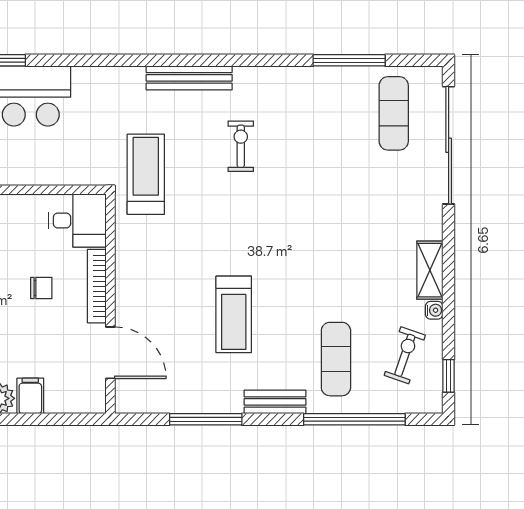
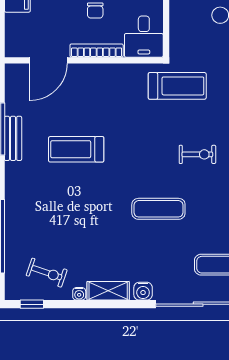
water cooler: (430, 222) -> (143, 291), added
exercise mat: (336, 359) -> (158, 209), moved
bench: (275, 402) -> (13, 138), moved

